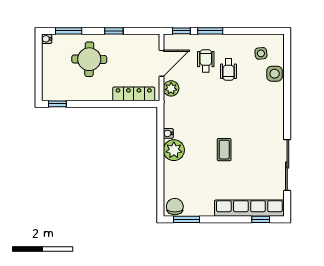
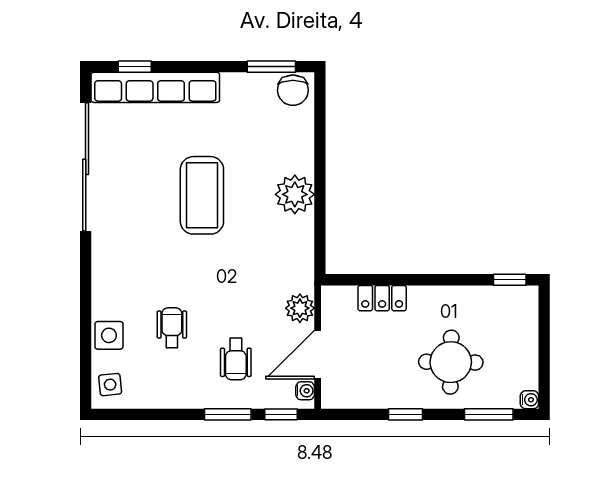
side table: (261, 53) -> (110, 385), moved
wheelchair: (228, 70) -> (172, 328), moved
locker: (134, 94) -> (382, 298), width x0.66
water cooler: (168, 133) -> (305, 391), moved
coffee table: (224, 150) -> (202, 195), width x1.86, depth x1.72
sliding door: (287, 165) -> (86, 167), width x1.36

